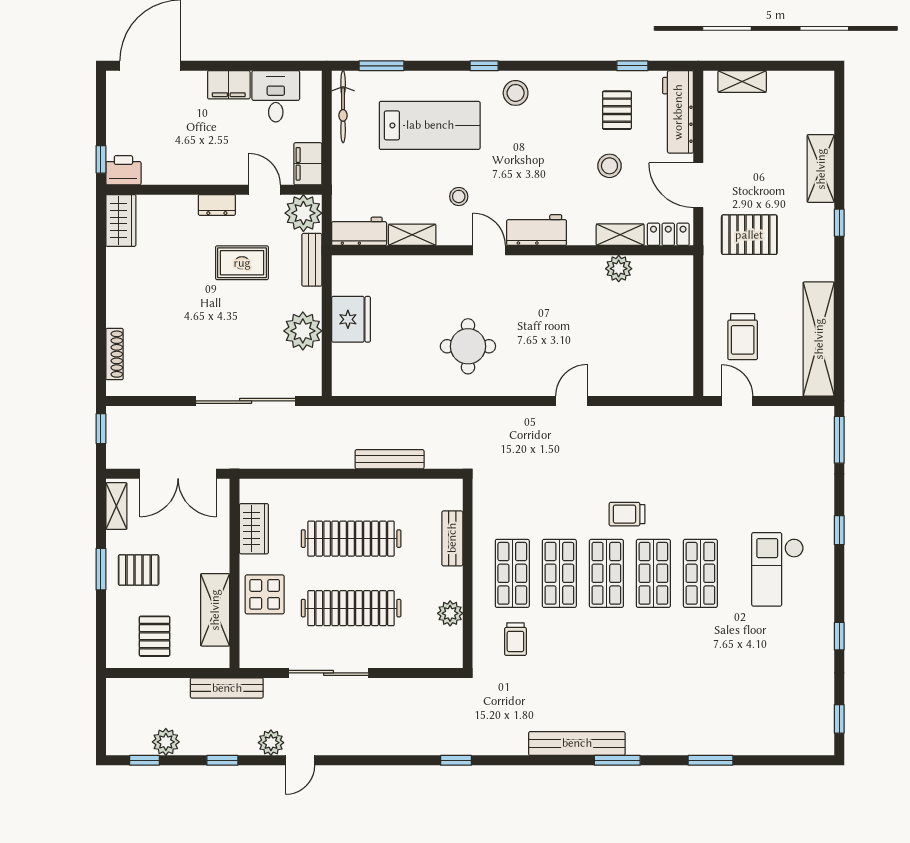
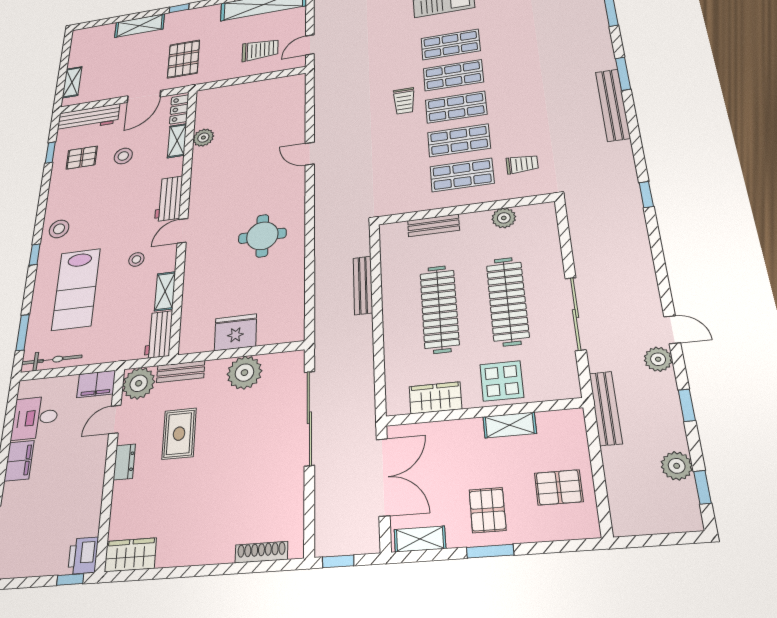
lab bench: (430, 125) -> (76, 289), turned 180
shelving: (215, 610) -> (510, 425), width x0.67, depth x0.75

